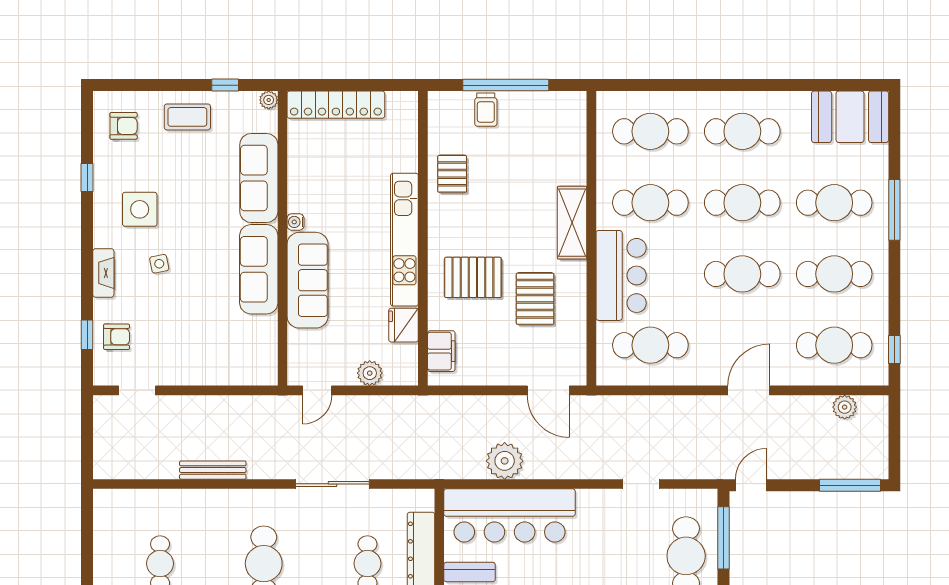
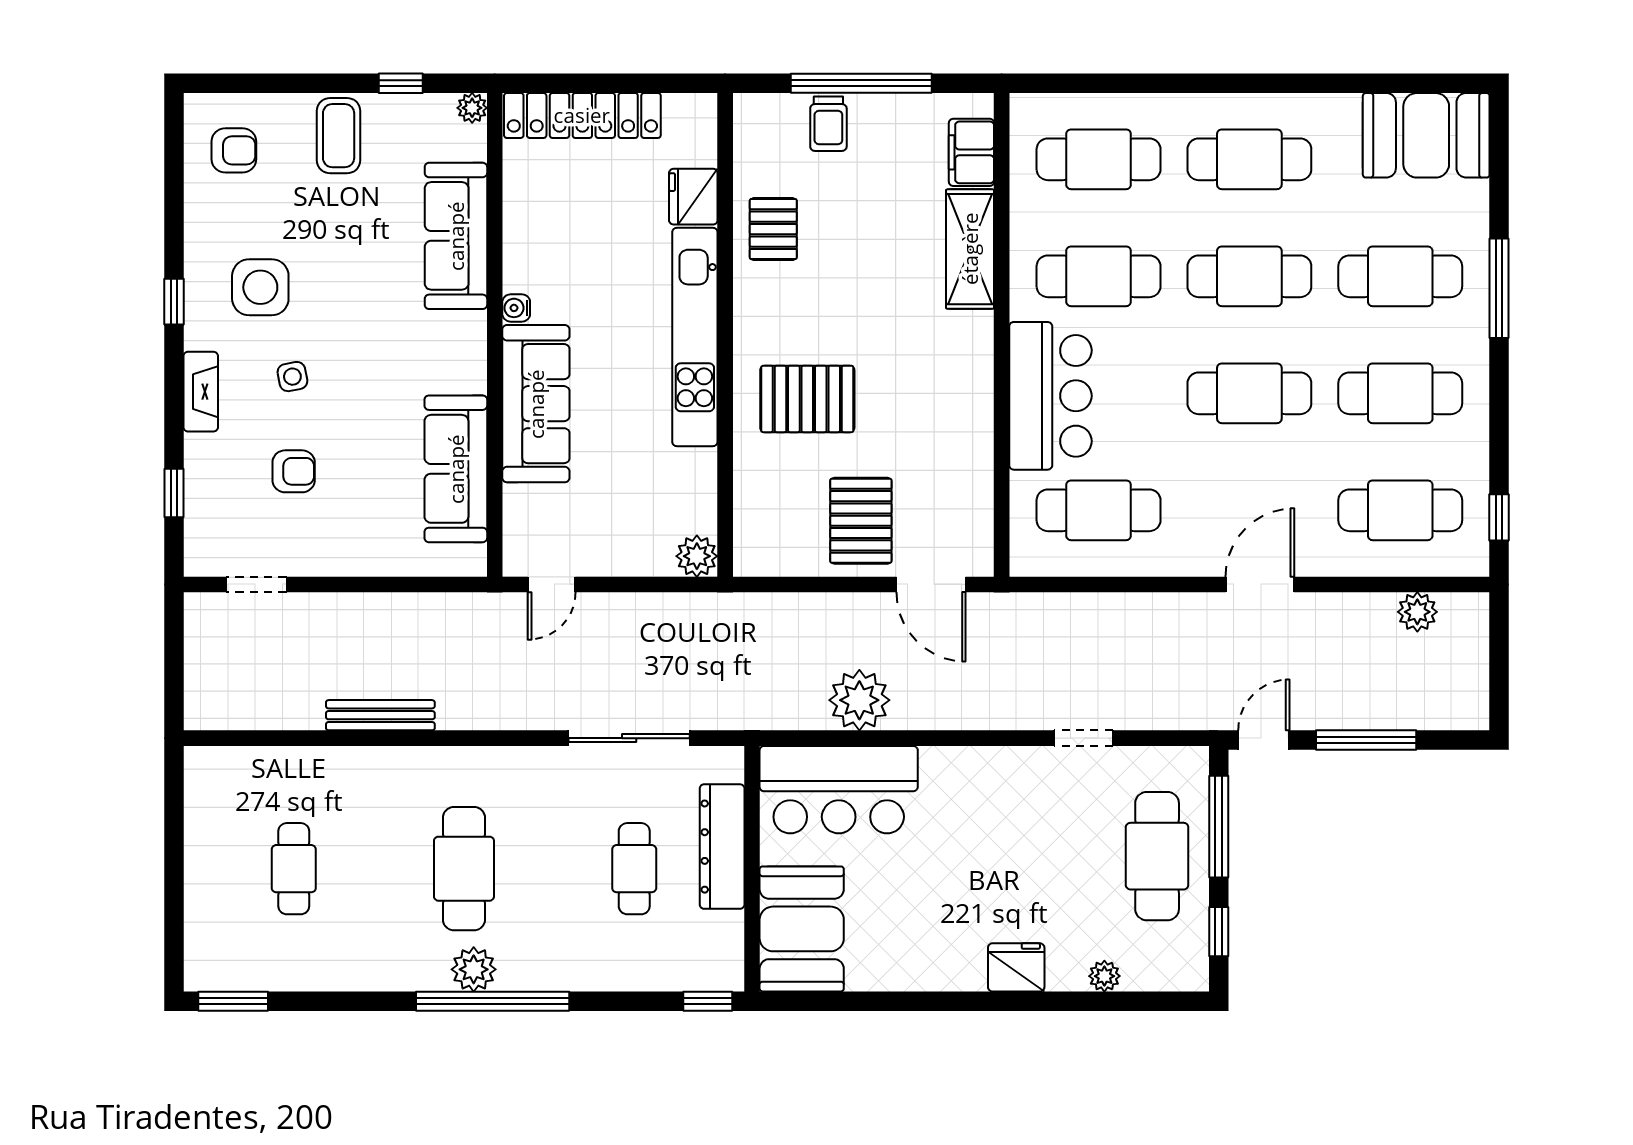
coffee table: (187, 117) -> (339, 136), turned 90
window: (87, 177) -> (174, 302), moved
shelving: (572, 223) -> (970, 249), moved
sofa: (259, 269) -> (456, 469), moved
pallet: (535, 299) -> (861, 521), moved
fridge: (403, 325) -> (693, 197), moved
armchair: (117, 337) -> (294, 471), moved
filing cabinet: (441, 351) -> (971, 152), moved, turned 180
plant: (370, 373) -> (697, 556), moved
sliding door: (332, 484) -> (629, 738), moved
window: (850, 485) -> (1366, 740), moved
bar counter: (510, 515) -> (839, 790), width x0.73

